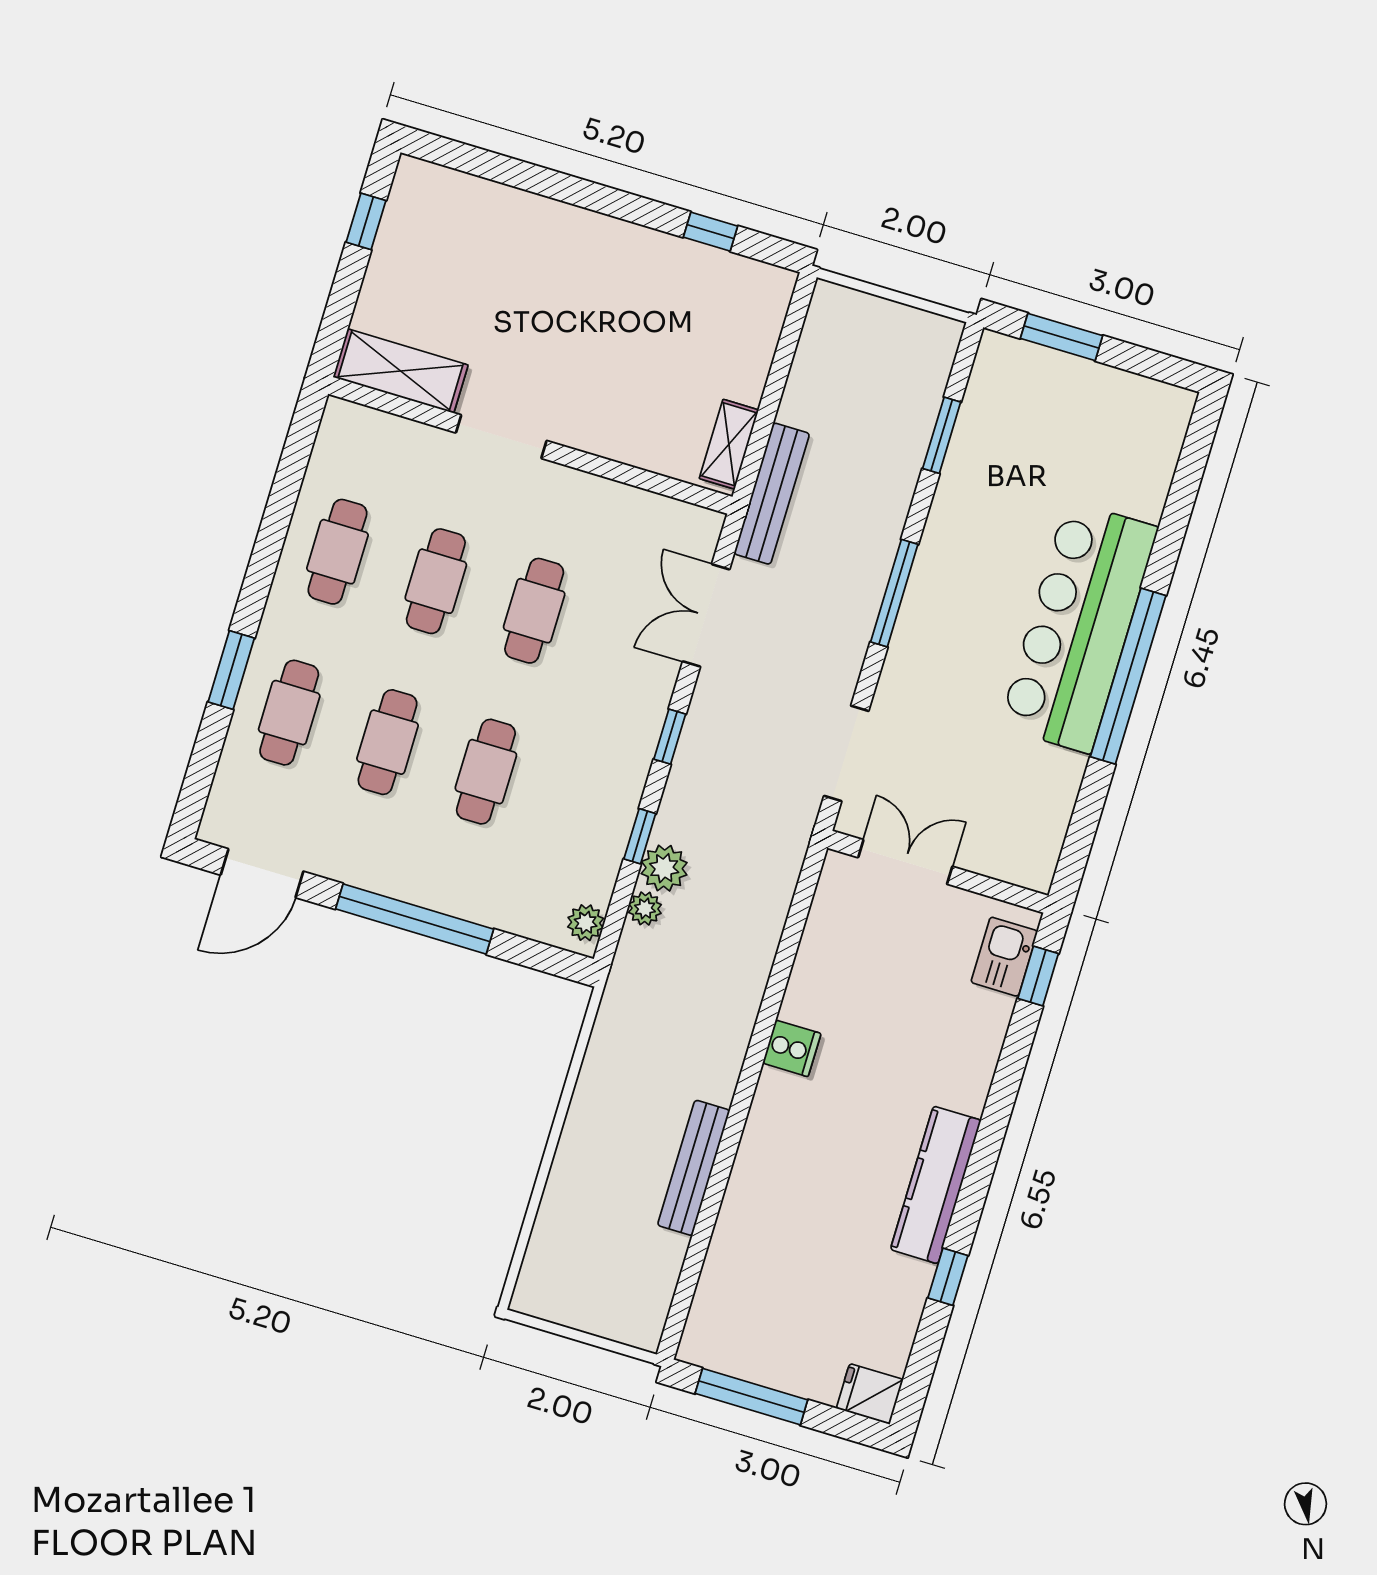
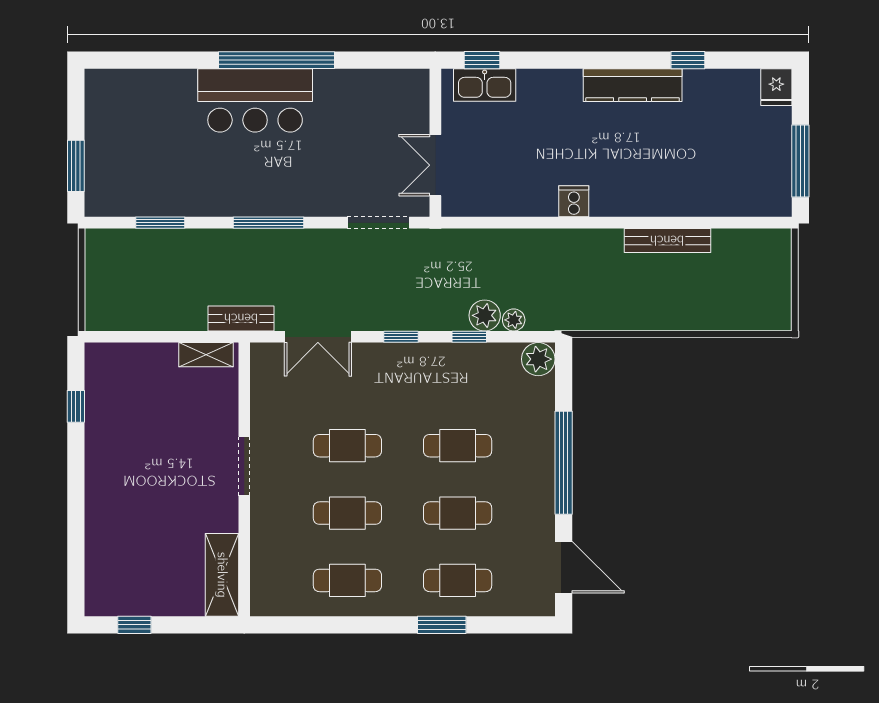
doorway: (501, 437) -> (244, 466), moved
bench: (772, 494) -> (241, 318), width x0.73
bar counter: (1079, 627) -> (255, 100), width x0.73
plant: (586, 923) -> (538, 359), width x1.38, depth x1.38
kitchen sink: (1004, 957) -> (485, 85), width x1.38

